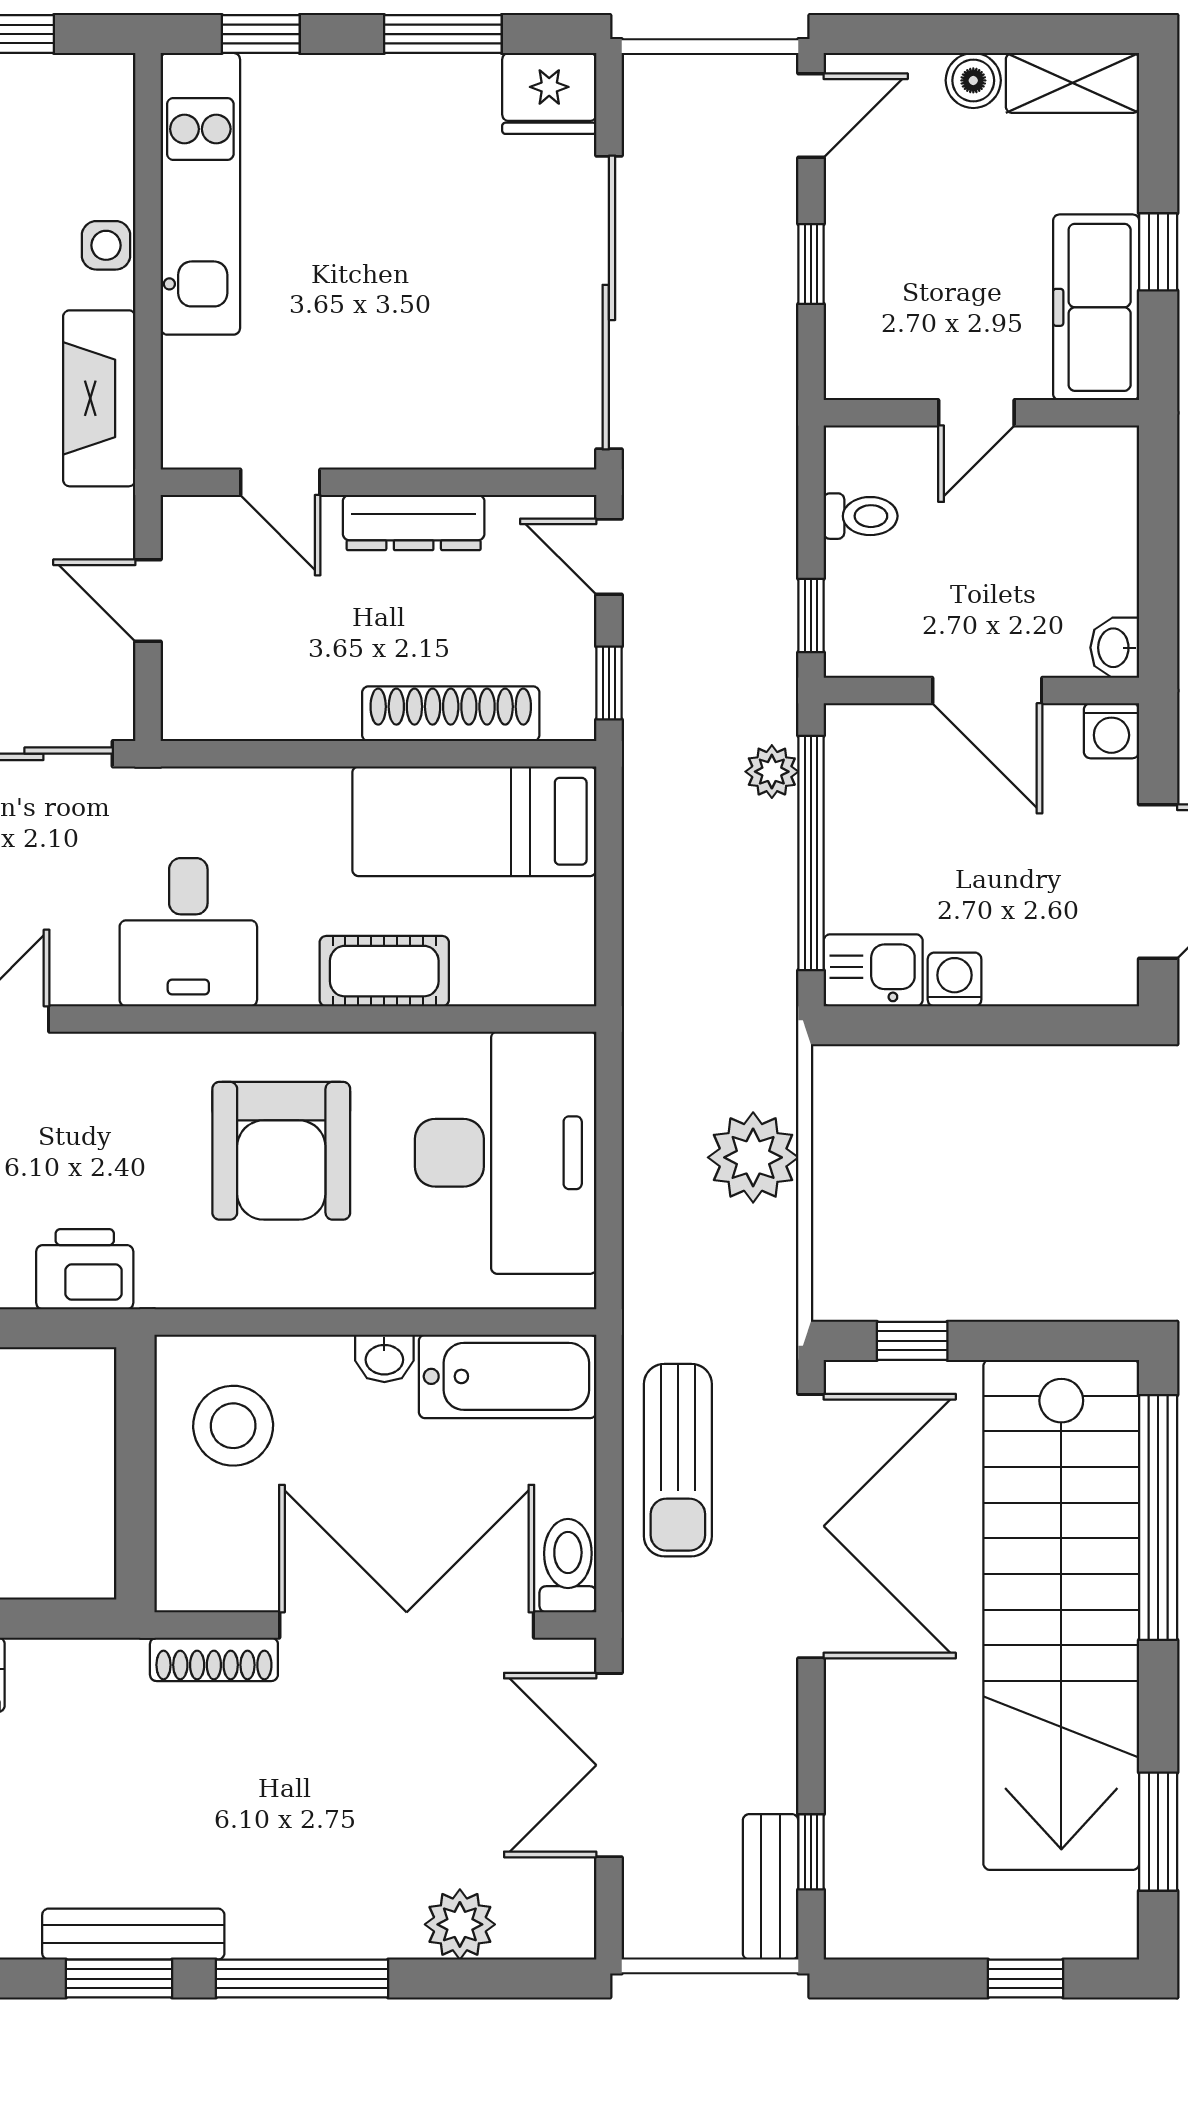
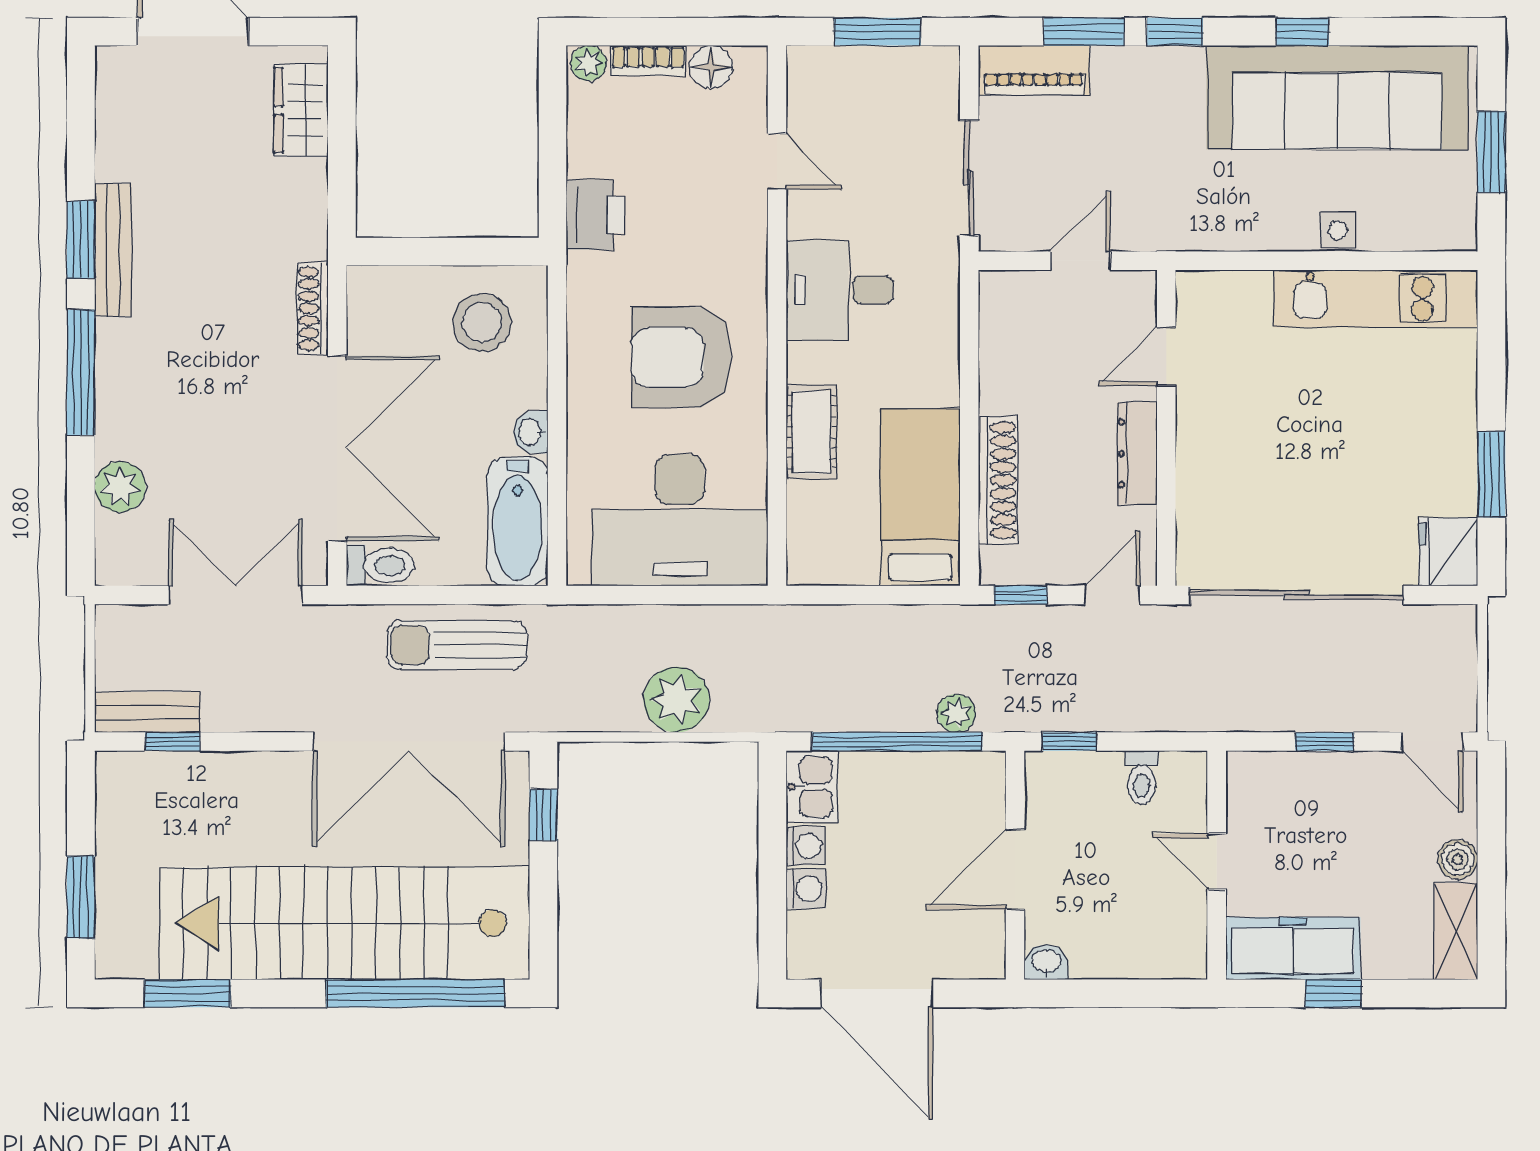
window: (261, 34) -> (1491, 342), removed
fireplace: (99, 398) -> (1227, 225), removed
washing machine: (1111, 731) -> (806, 889), moved, turned 180
window: (1026, 1979) -> (81, 897), width x1.50

